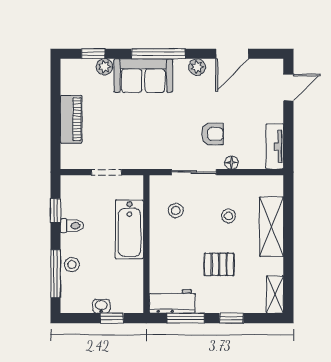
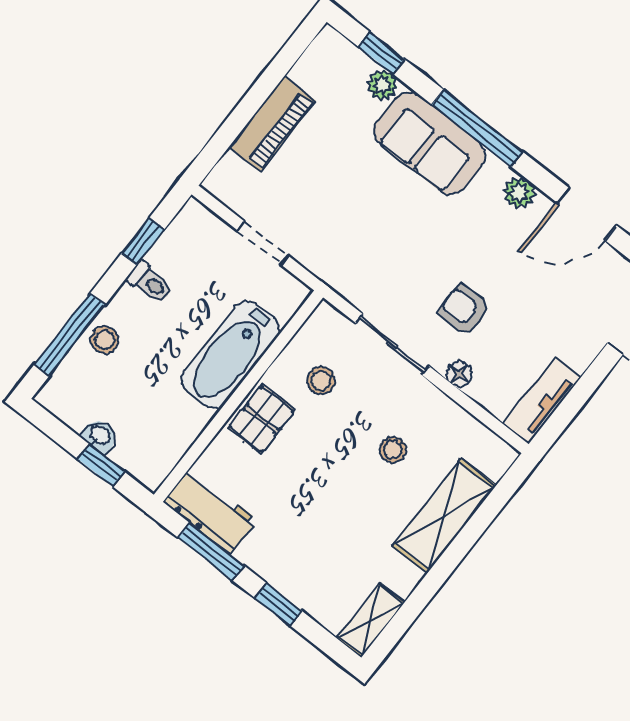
armchair: (212, 134) -> (464, 310), turned 180
pallet: (219, 264) -> (261, 419), moved, turned 90

